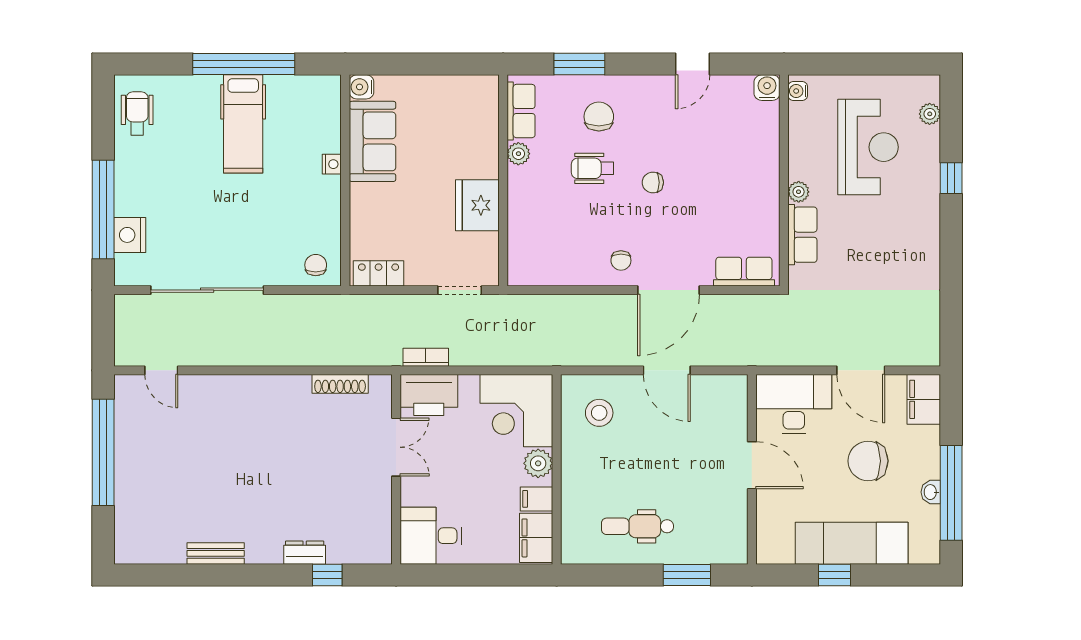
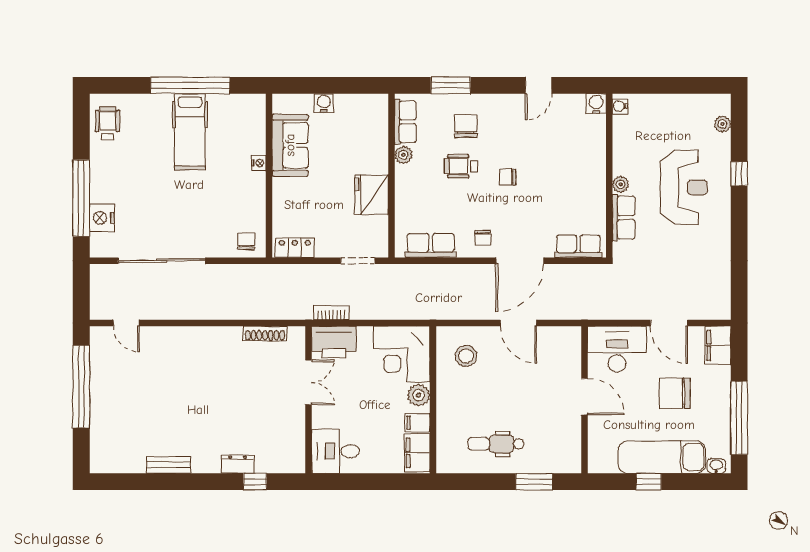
water cooler: (361, 87) -> (324, 103), moved, turned 90
reception desk: (868, 147) -> (684, 187), moved
row of seats: (554, 270) -> (431, 245), added
washbasin: (931, 492) -> (716, 466), moved, turned 90

